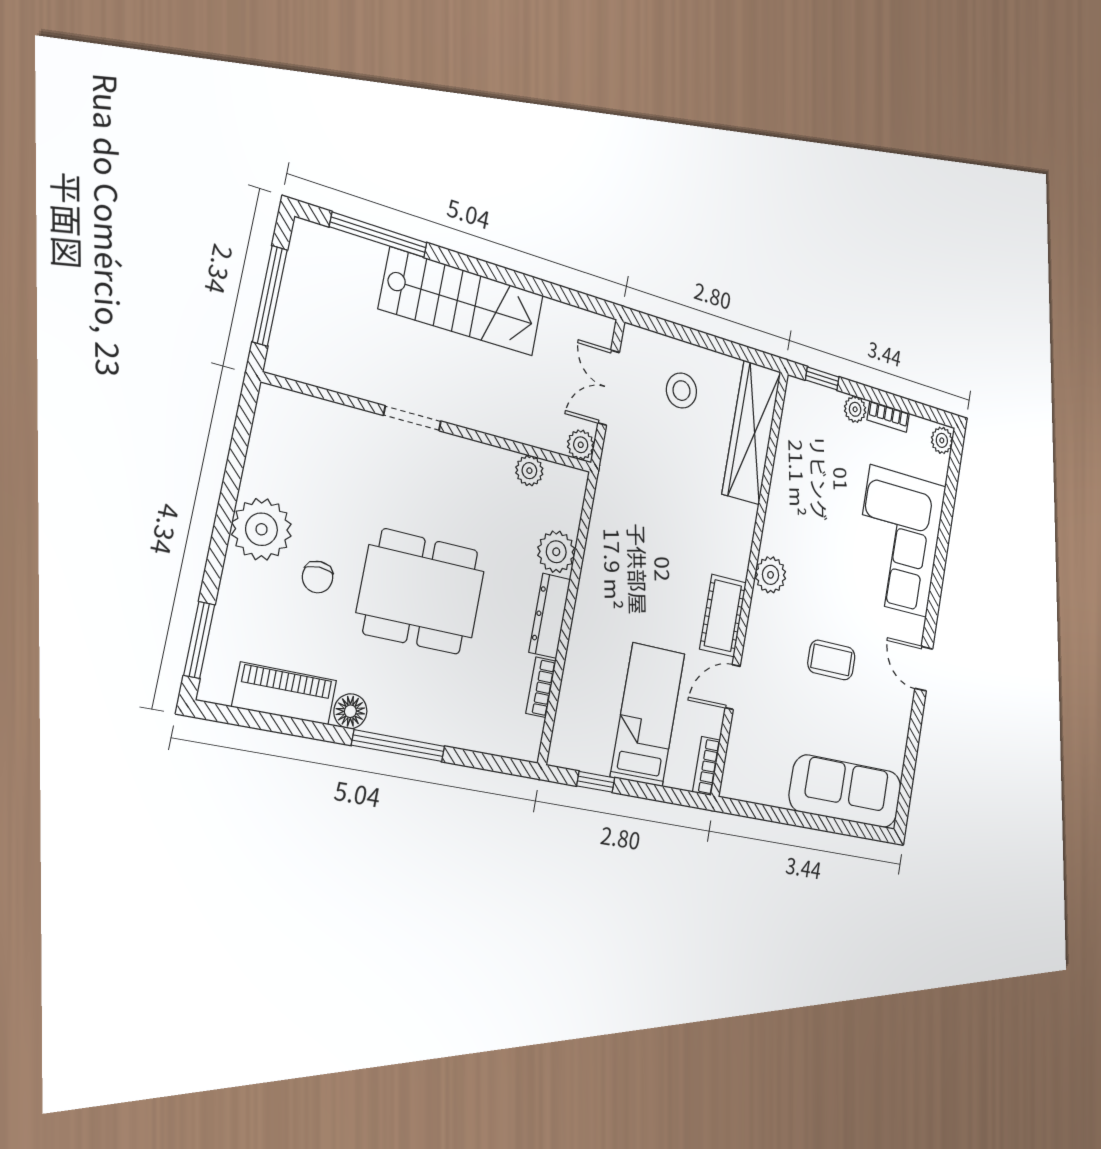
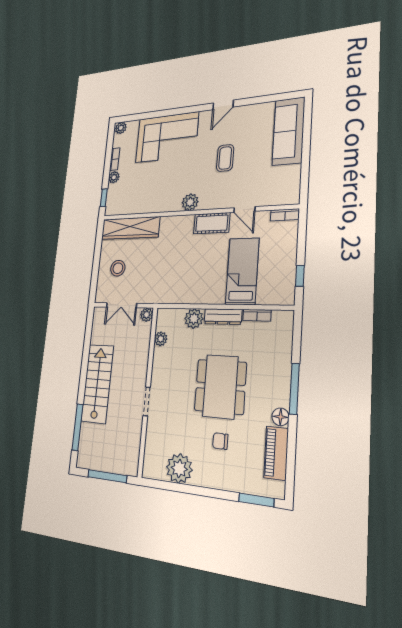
plant: (262, 529) -> (179, 468), moved
chair: (318, 577) -> (220, 441), turned 180
bed: (648, 715) -> (242, 271), moved, turned 90

